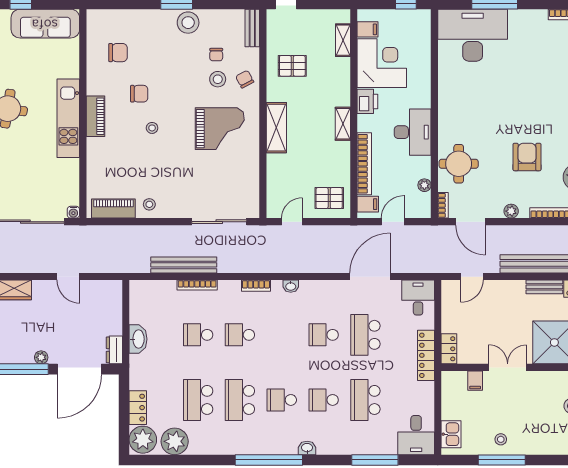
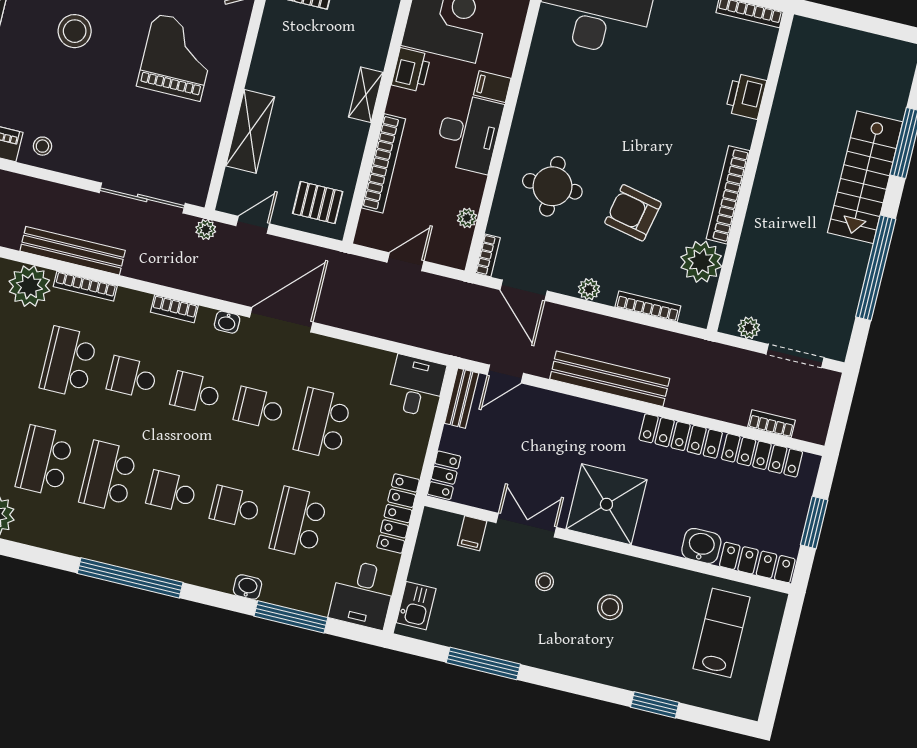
stool: (152, 128) -> (75, 31), width x1.89, depth x1.89
shelving: (276, 128) -> (250, 131), moved
grand piano: (220, 129) -> (177, 57), turned -90
armchair: (527, 157) -> (633, 213), turned -78
round table: (459, 164) -> (552, 186), moved
filing cabinet: (368, 204) -> (492, 87), moved, turned 180
plant: (264, 232) -> (206, 230), added
door: (370, 277) -> (281, 320), moved
bench: (544, 287) -> (462, 398), moved, turned 90
plant: (162, 293) -> (29, 286), added
school desk: (198, 335) -> (69, 362), width x1.85
school desk: (282, 335) -> (196, 393), added
locker: (426, 355) -> (398, 514), moved
stool: (501, 439) -> (544, 582), moved
washbasin: (307, 448) -> (248, 587), moved

